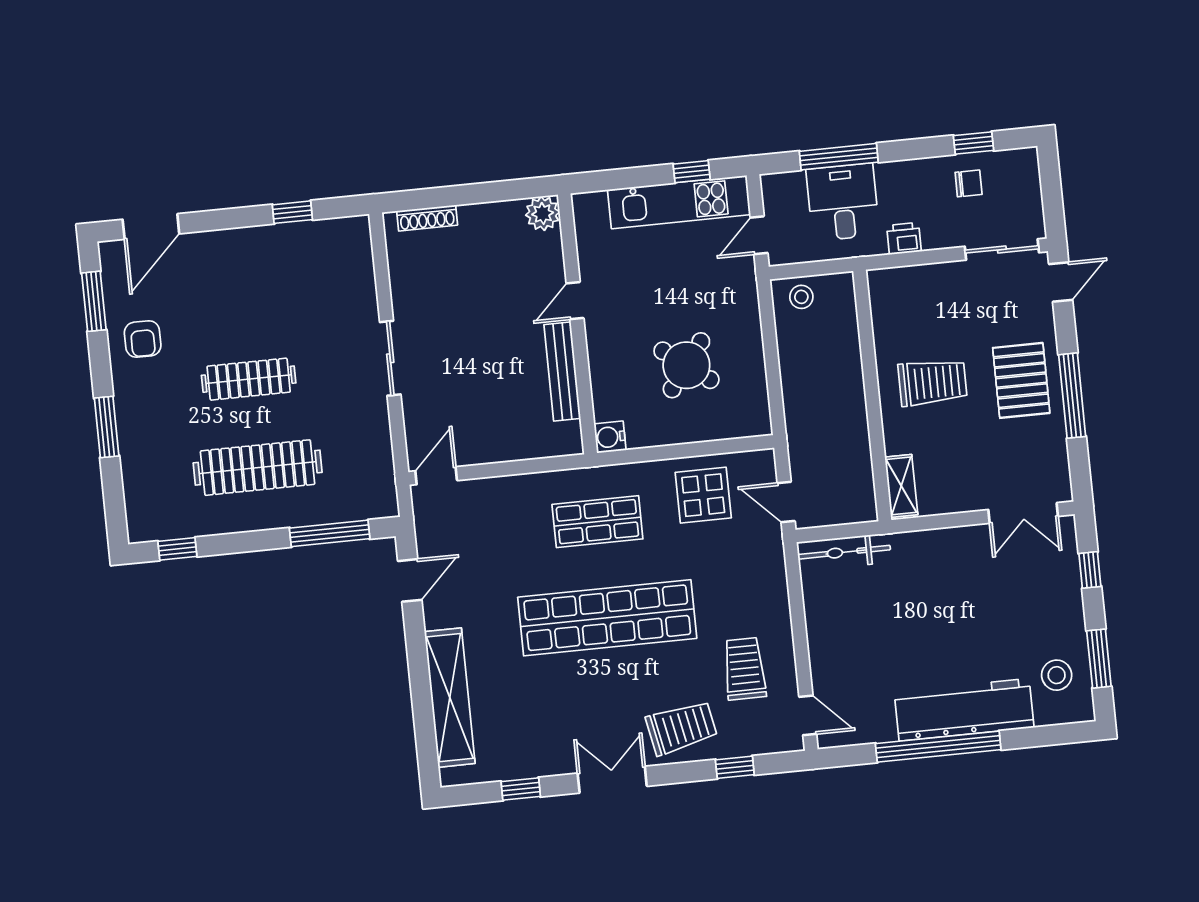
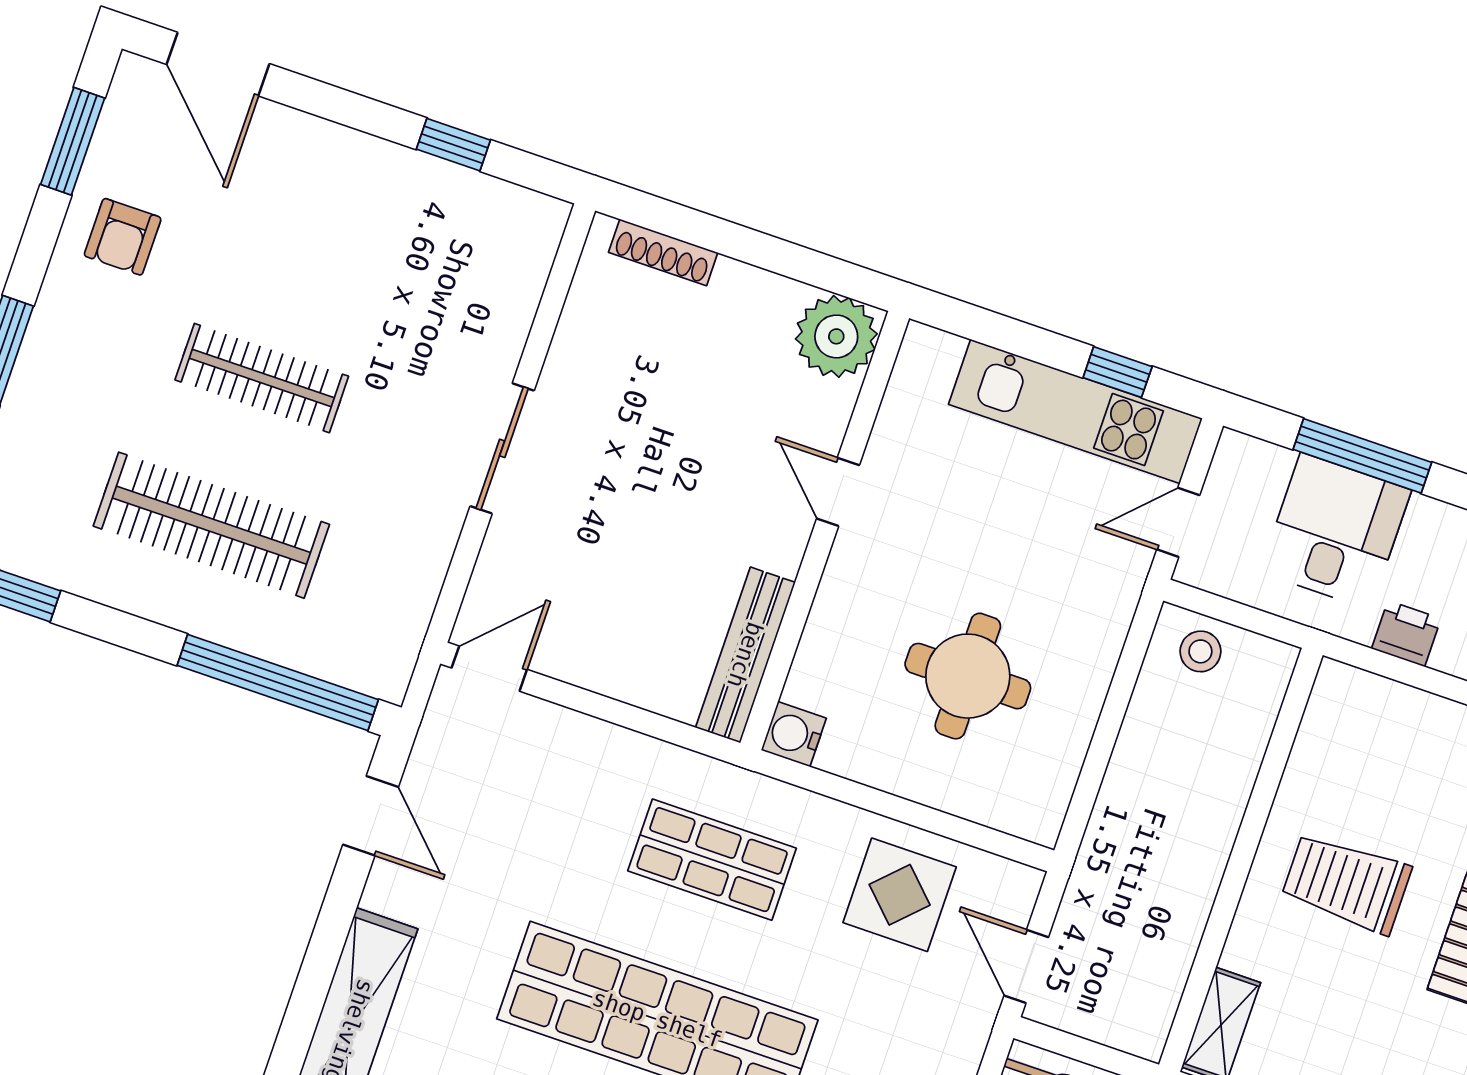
plant: (543, 213) -> (836, 336), width x1.36, depth x1.36
door: (151, 227) -> (218, 64), hinge flipped
door: (575, 301) -> (838, 492), hinge flipped
round table: (686, 365) -> (968, 676), turned -37
bench: (562, 371) -> (745, 655), moved
trolley: (933, 382) -> (1346, 883), turned 180
window: (330, 533) -> (278, 682), width x1.46
door: (410, 580) -> (371, 816), hinge flipped

